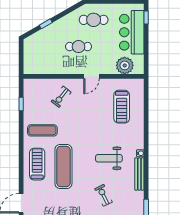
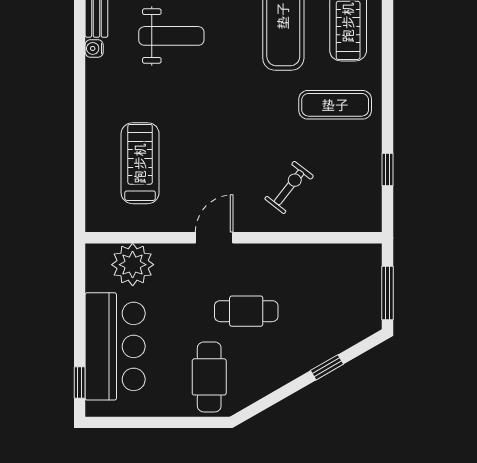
cafe table: (94, 20) -> (209, 377), turned 90
window: (21, 54) -> (387, 293), added

